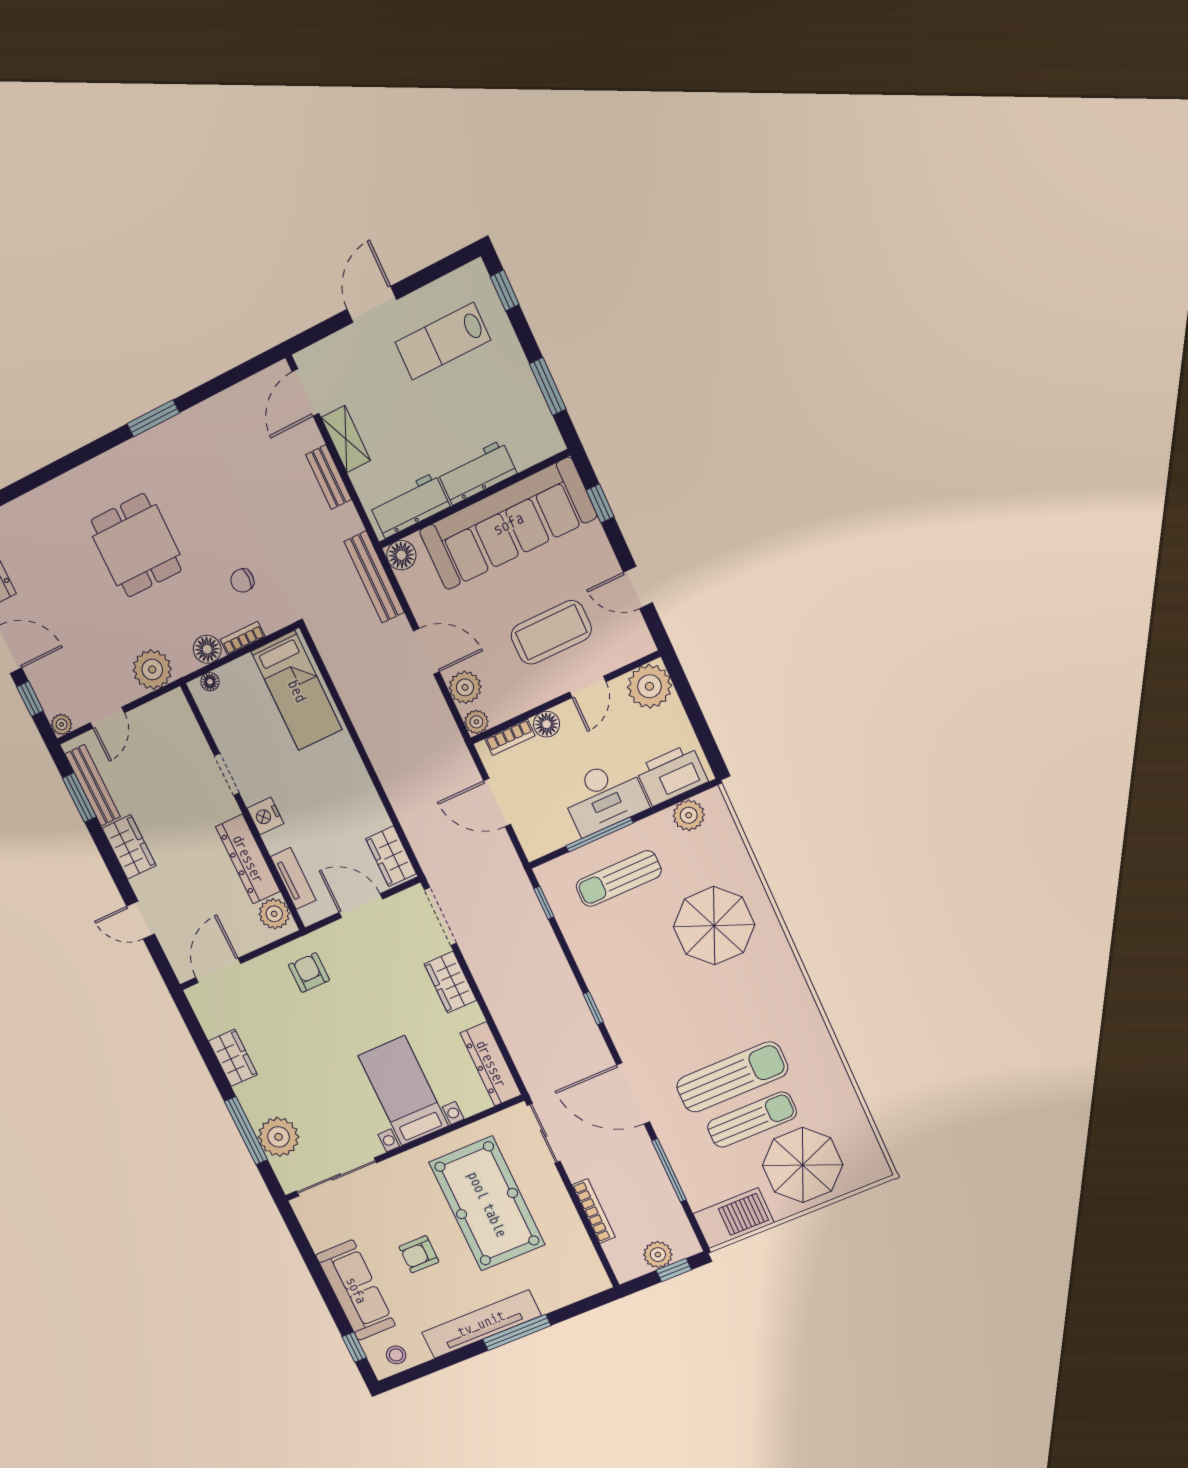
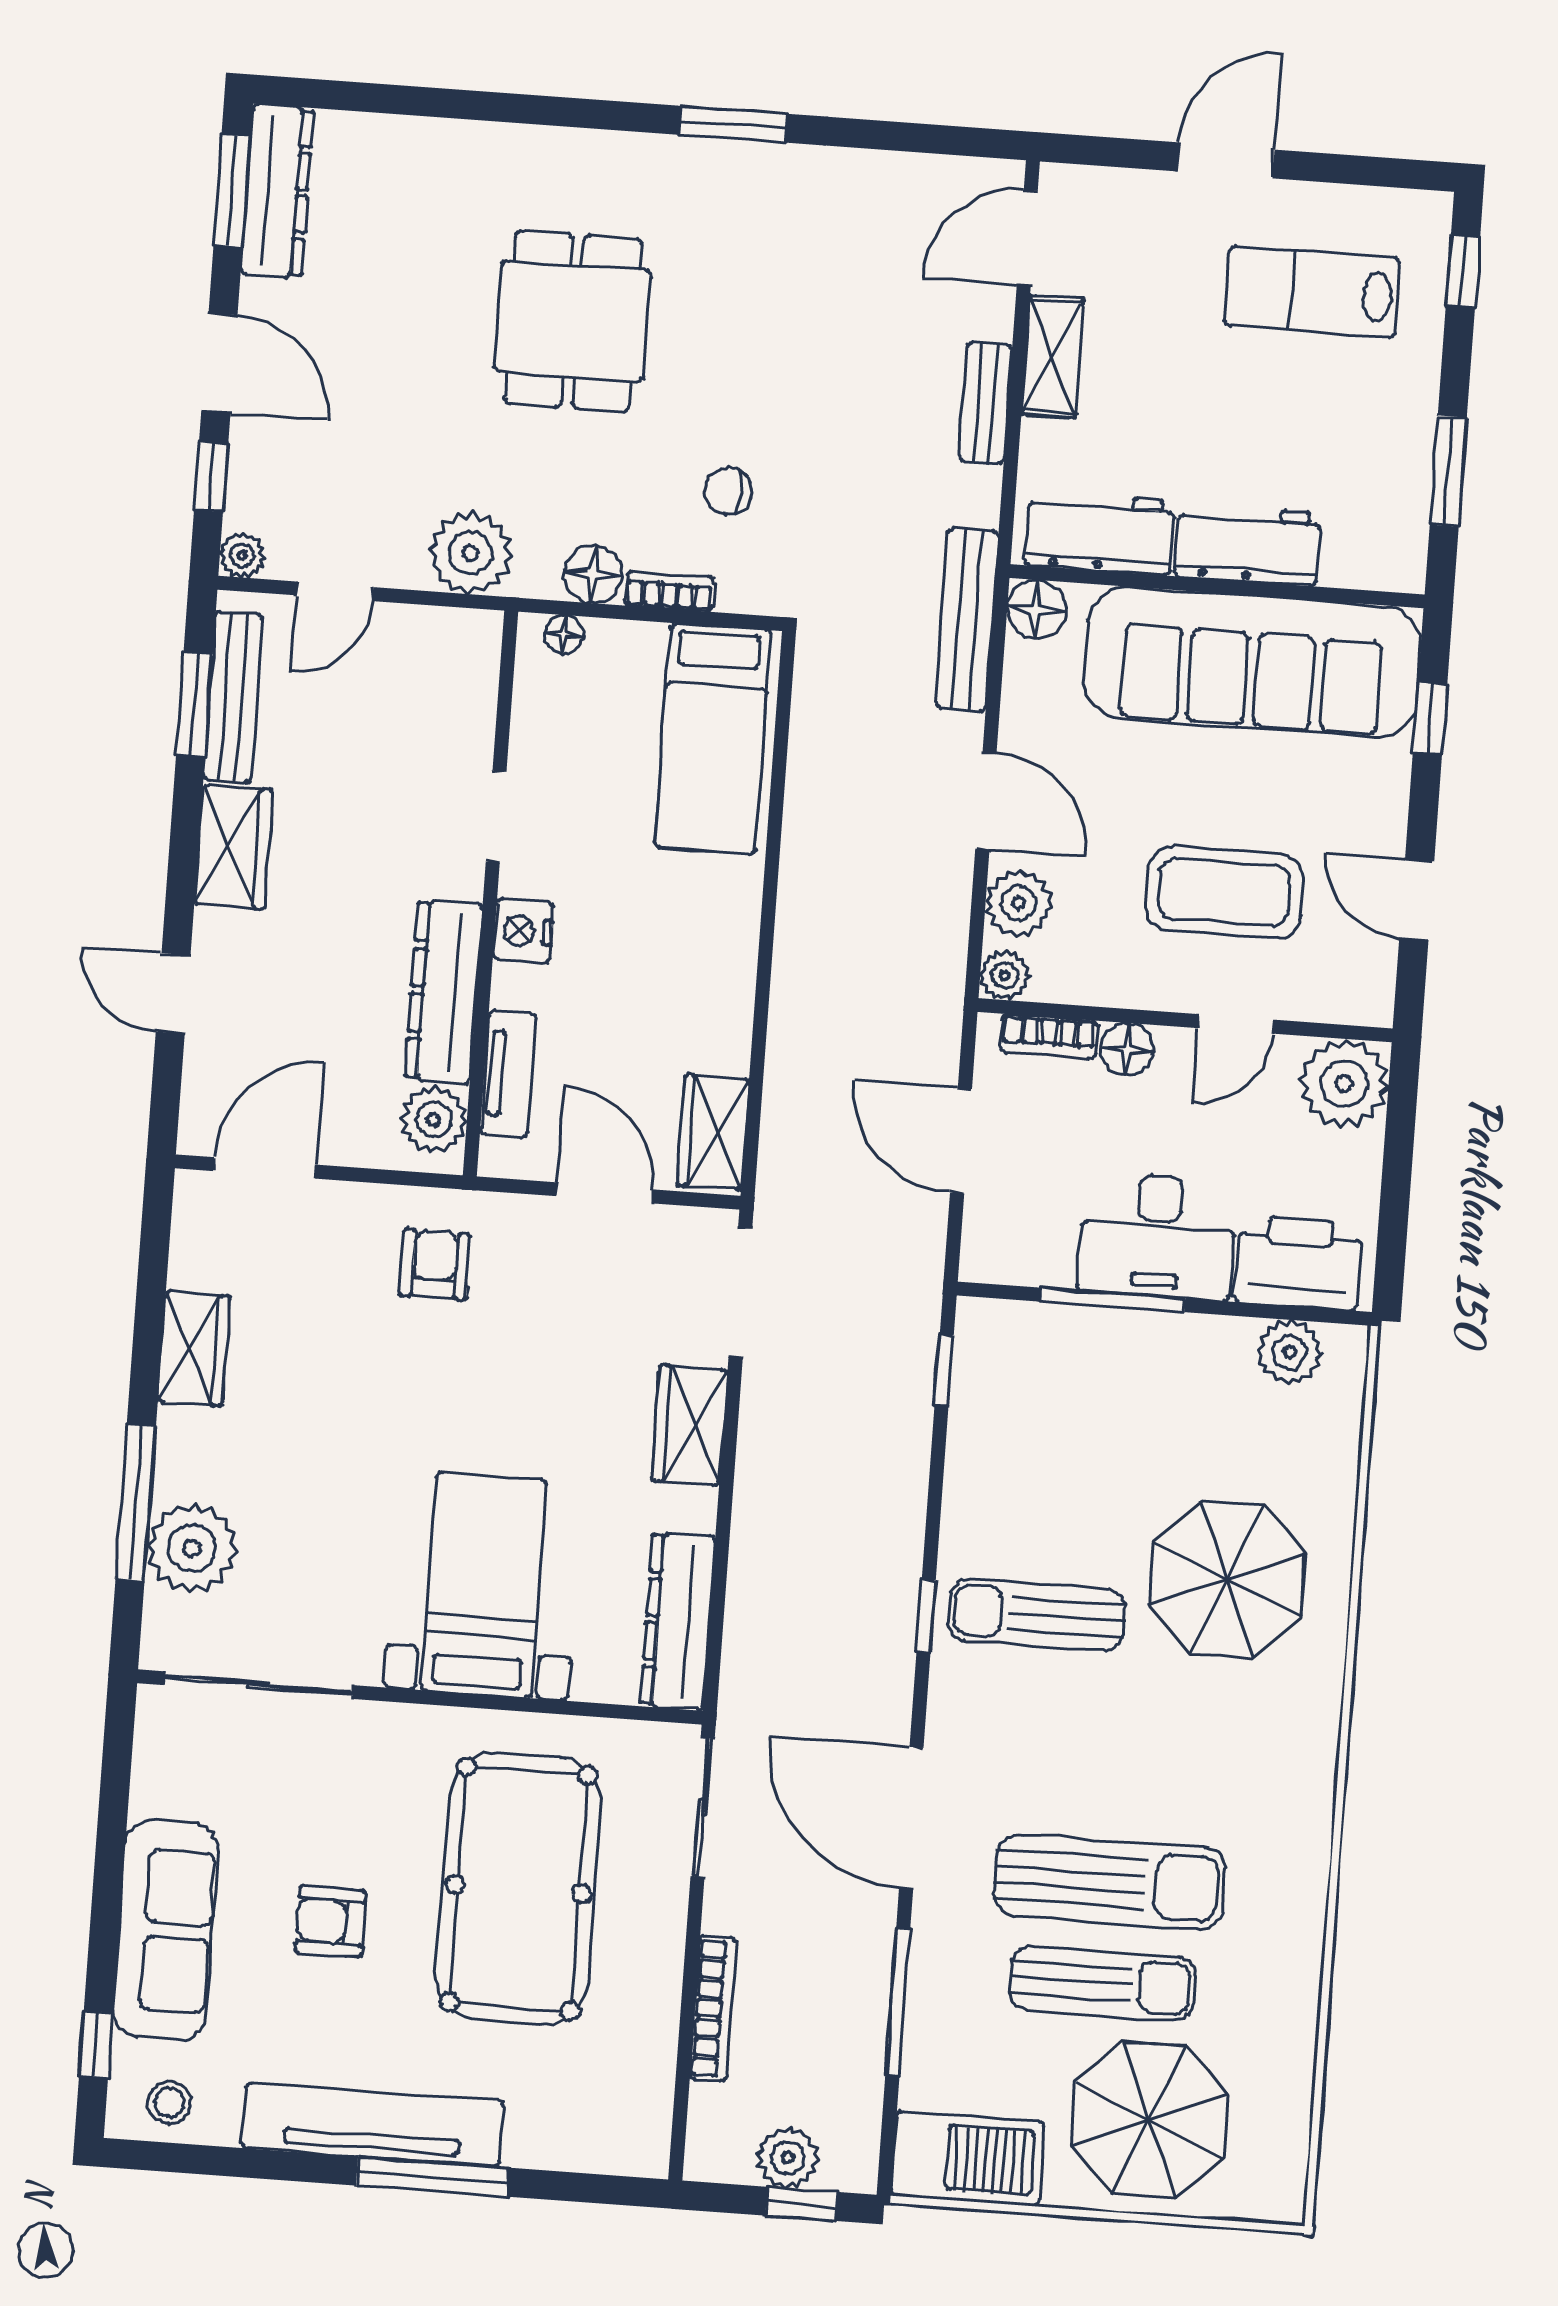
sun lounger: (619, 879) -> (1037, 1615), moved

